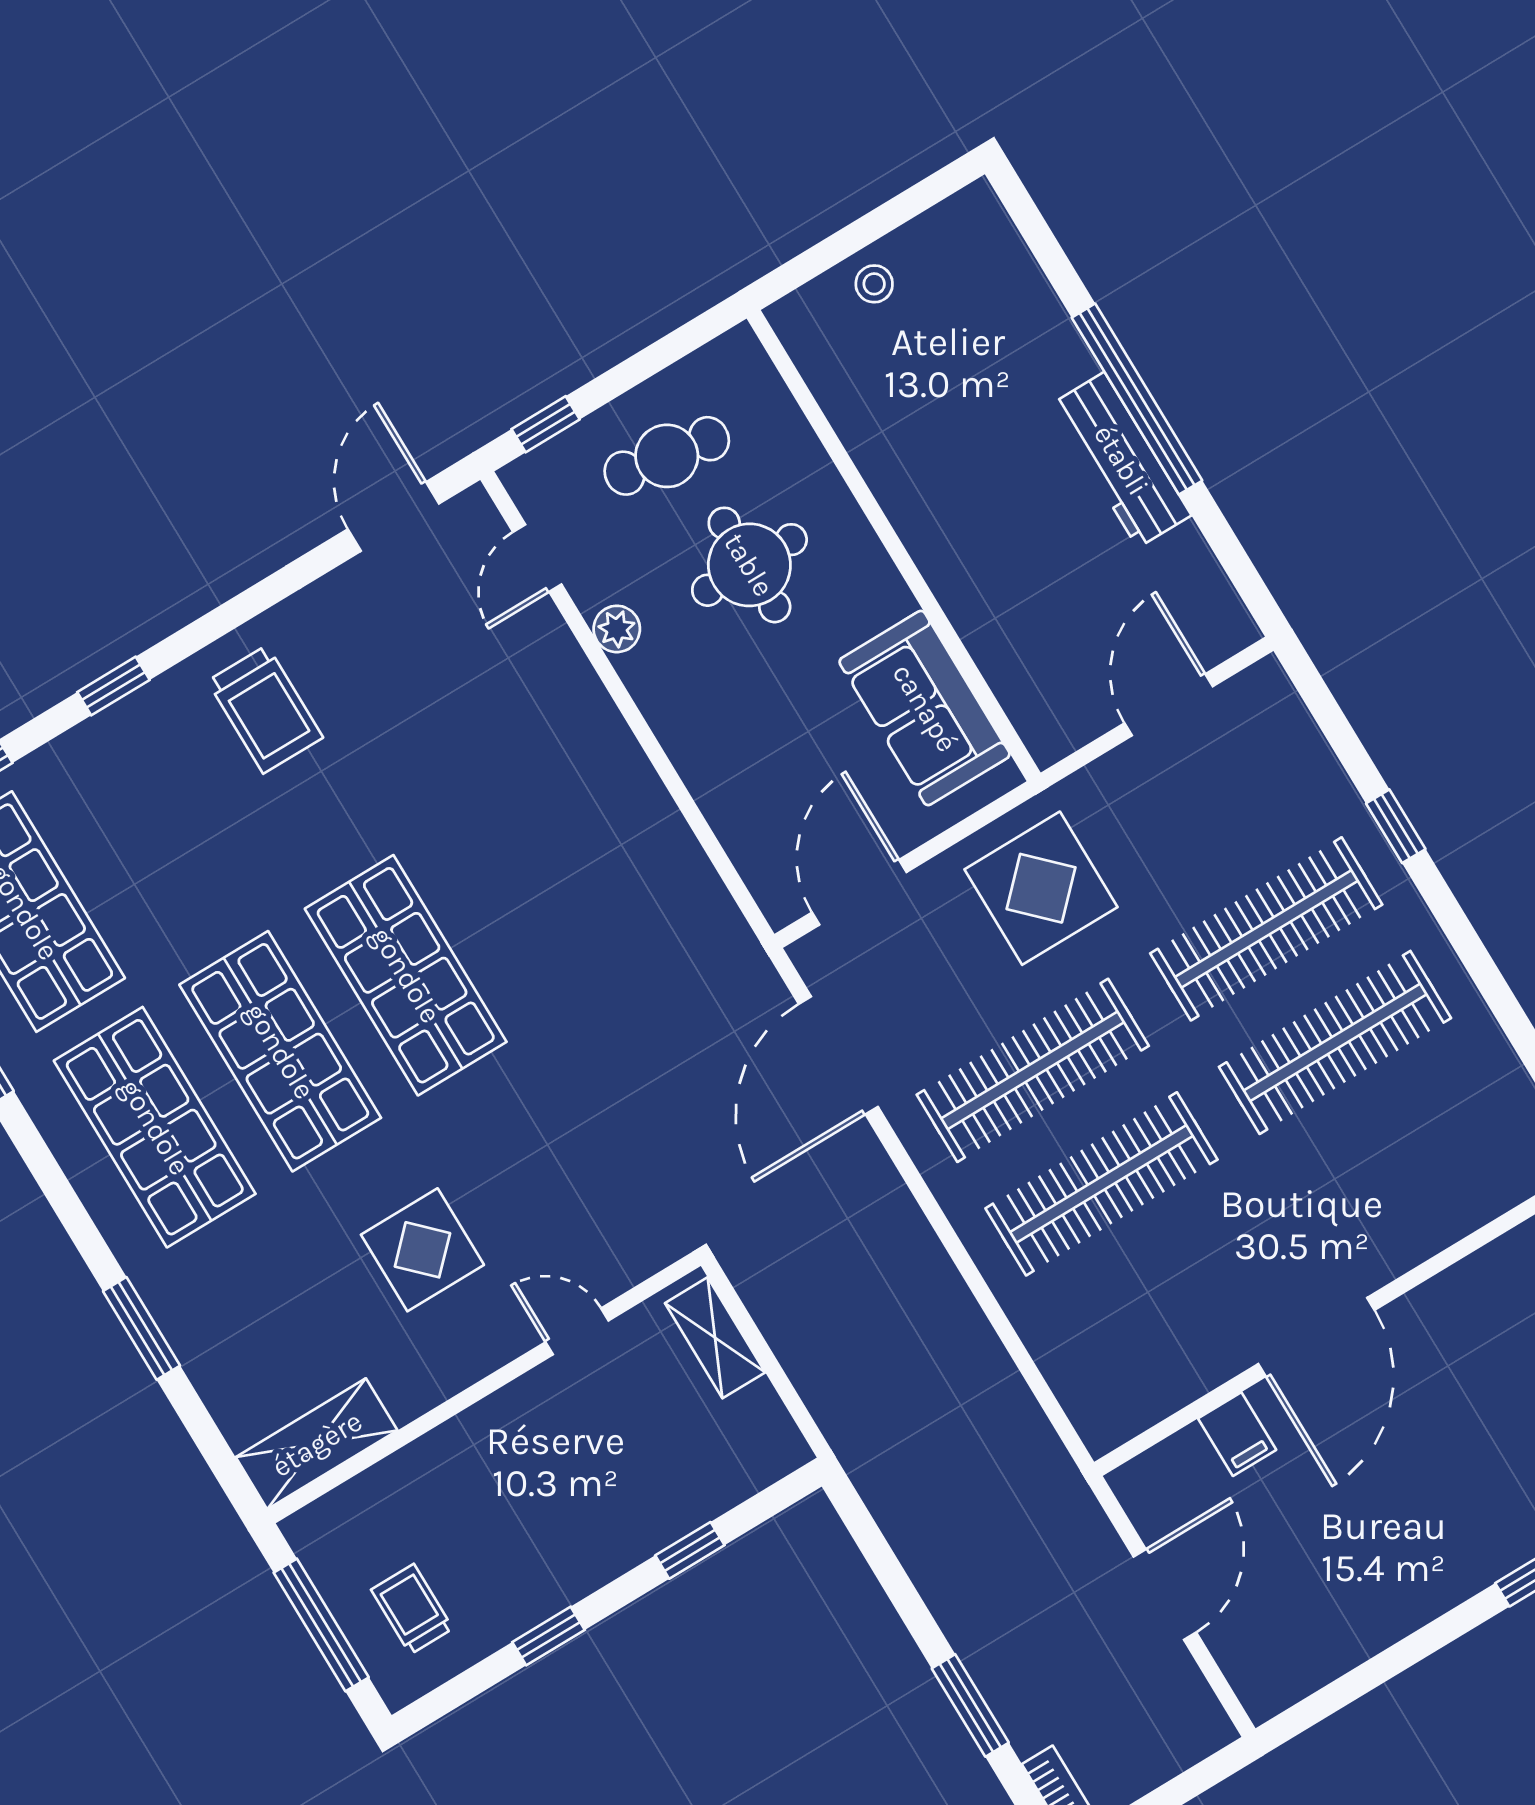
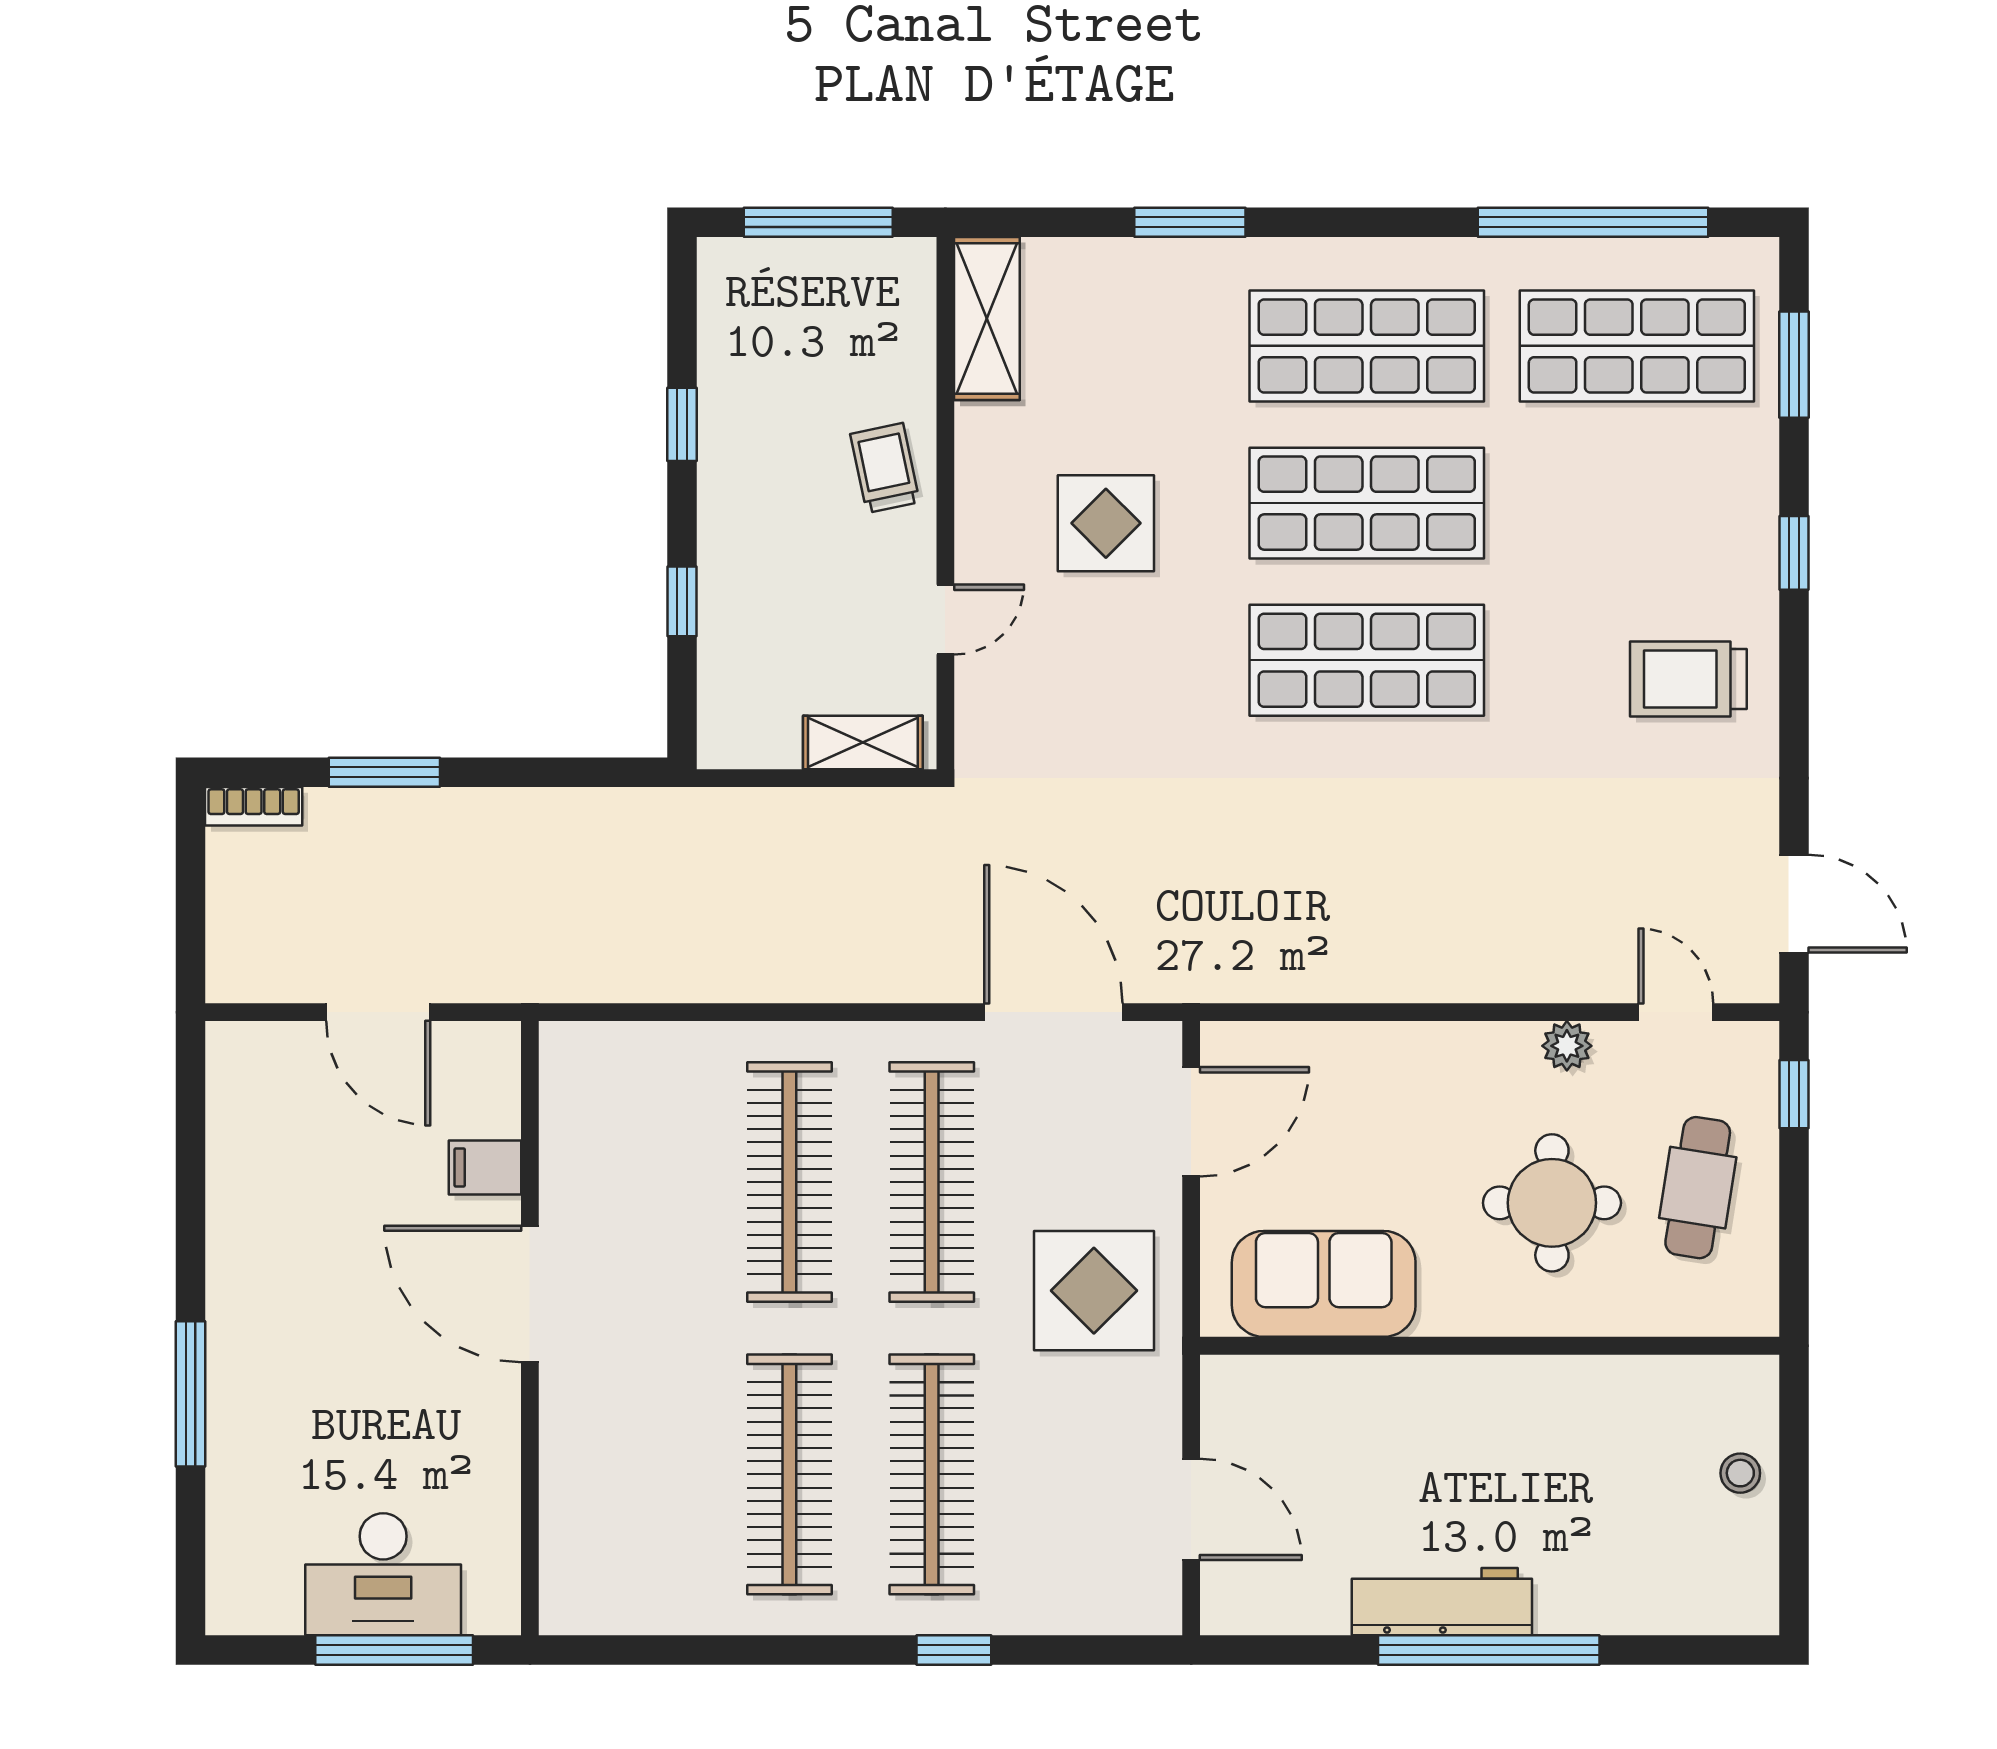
door: (859, 892) -> (1191, 1122), hinge flipped
trolley: (412, 1609) -> (885, 468), moved, turned -102

